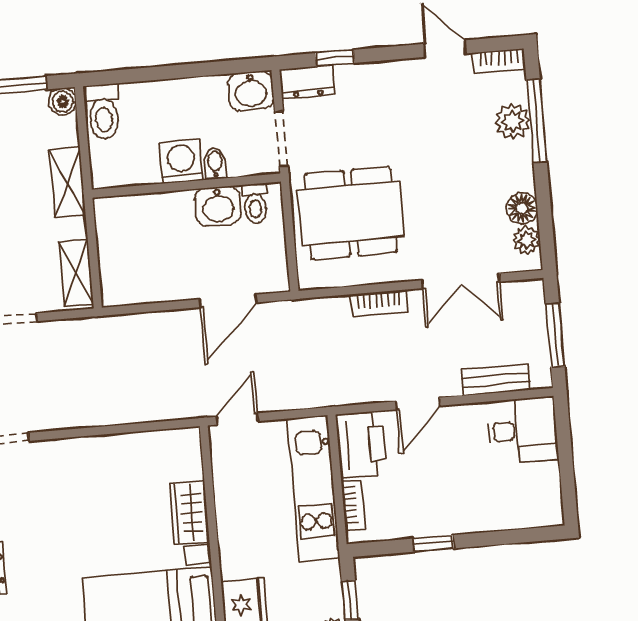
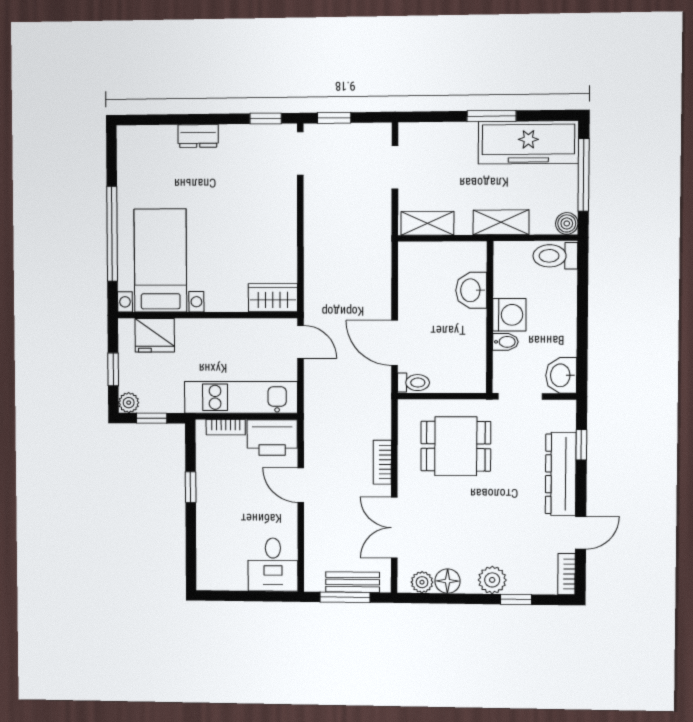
dresser: (307, 82) -> (561, 474), moved, width x1.96, depth x1.24
plant: (512, 121) -> (492, 580), moved
window: (537, 121) -> (516, 599), width x0.46
toilet: (255, 204) -> (413, 383), moved, turned 180
washbasin: (218, 206) -> (471, 290), moved
dining table: (351, 213) -> (456, 446), width x0.73
bench: (496, 380) -> (353, 582), moved, turned 90
wardrobe: (189, 513) -> (273, 298), moved

